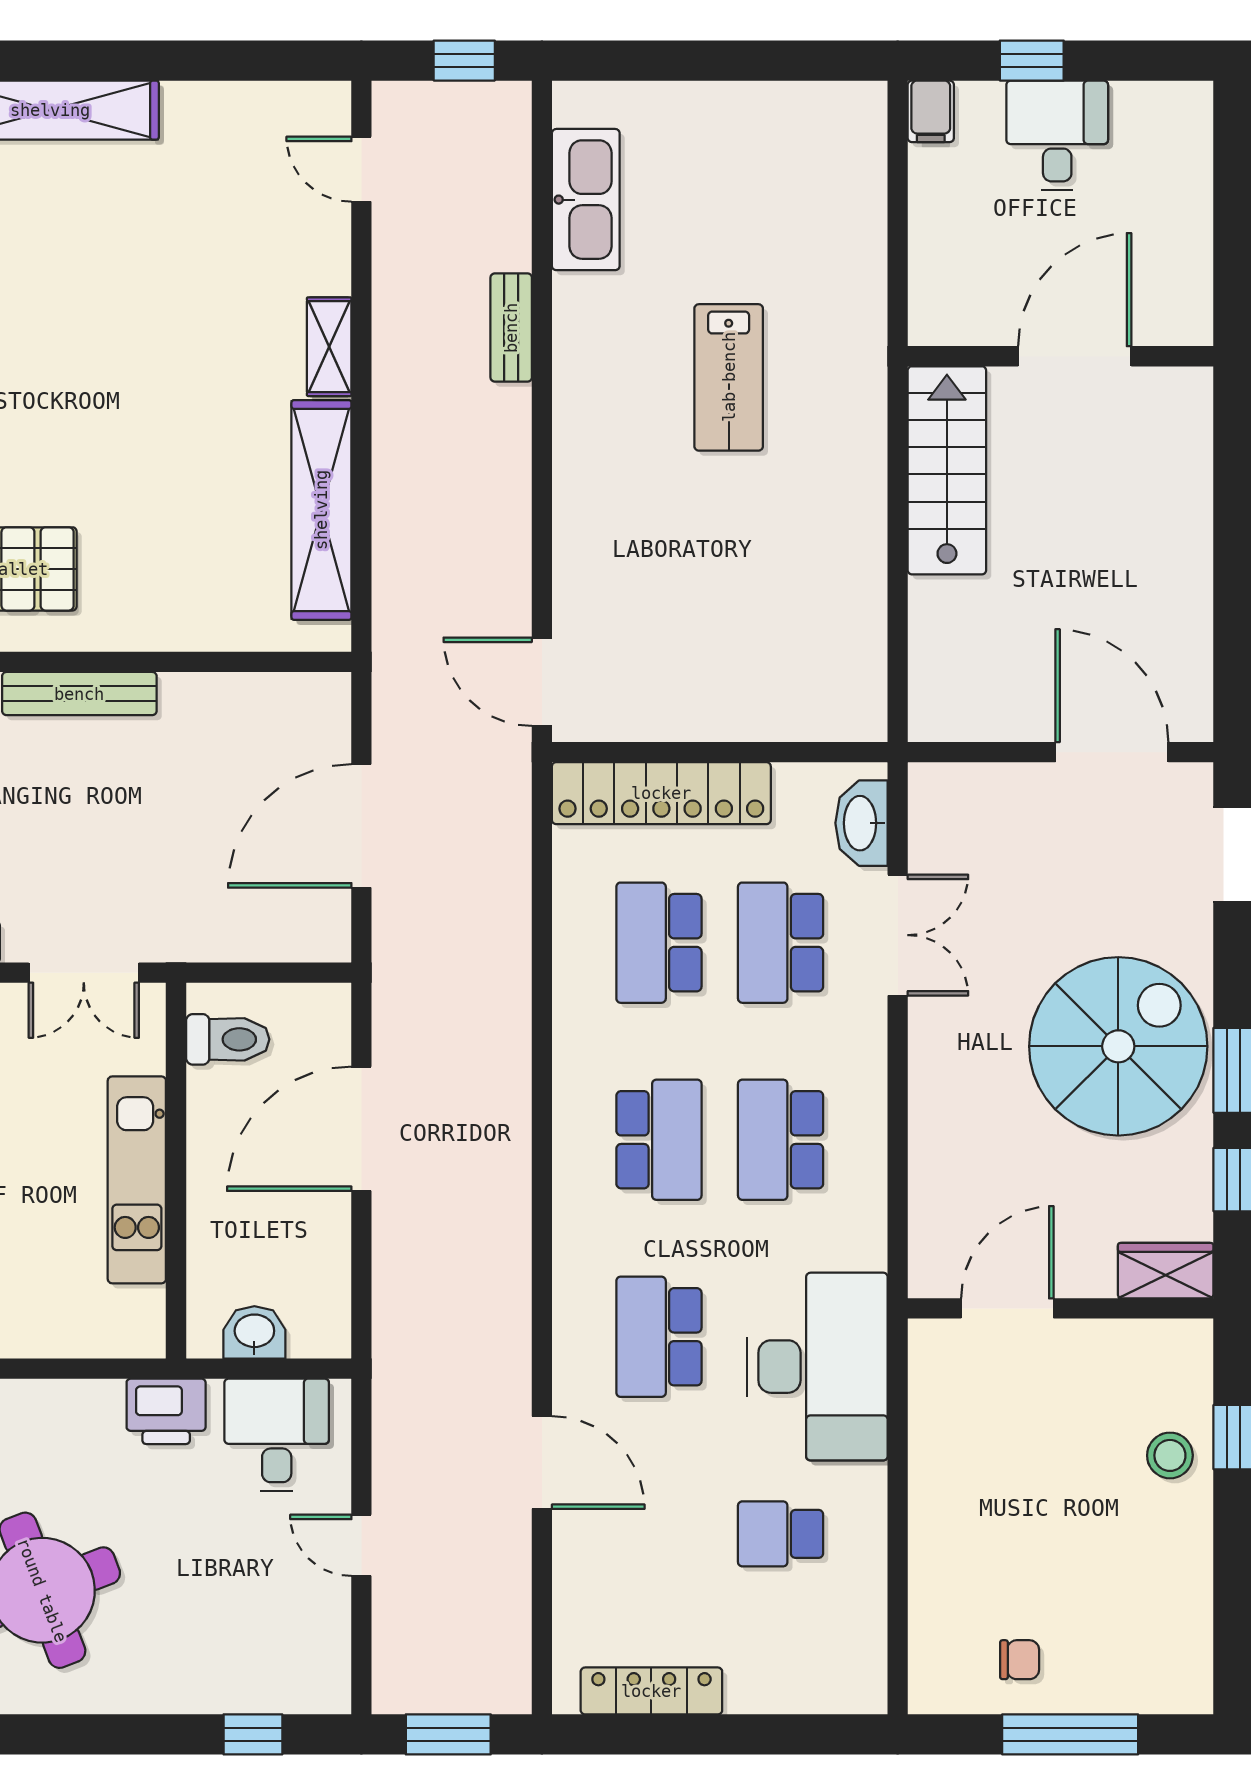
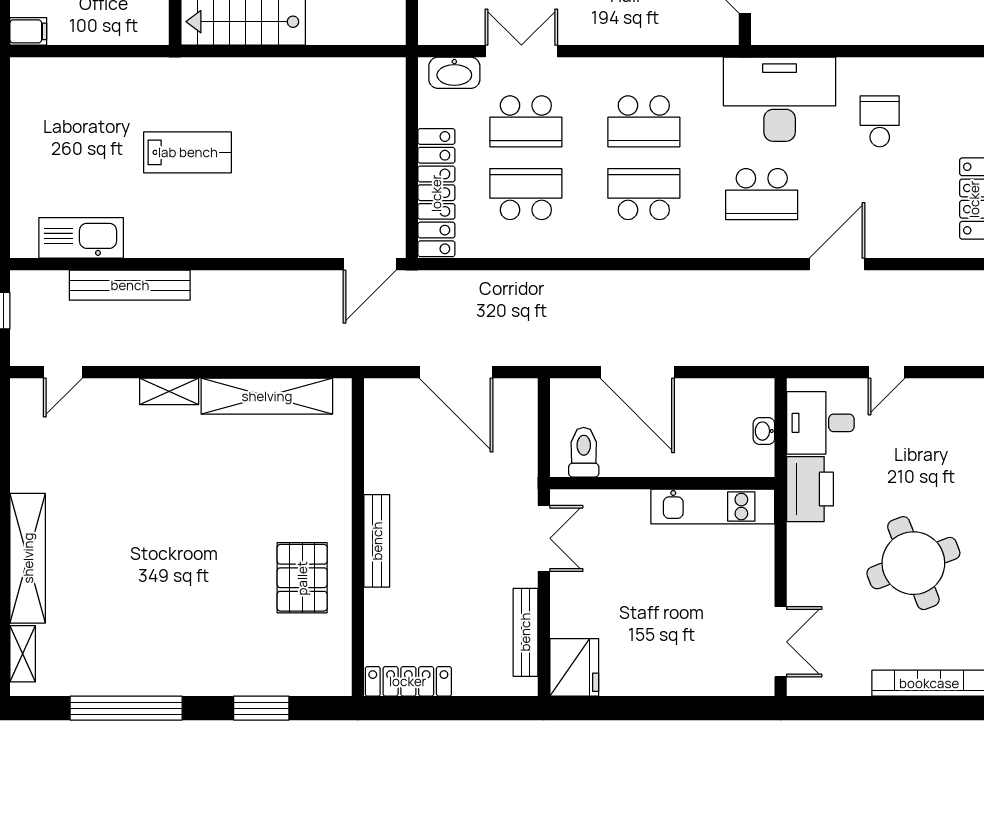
bench: (511, 328) -> (130, 285), width x1.86, depth x1.21
school desk: (659, 943) -> (526, 194), turned 180
kitchen unit: (137, 1180) -> (713, 507), moved
washbasin: (254, 1332) -> (764, 431), width x0.72, depth x0.69
printer: (166, 1411) -> (810, 489), width x1.37, depth x1.19
school desk: (781, 1534) -> (880, 121), turned 180

